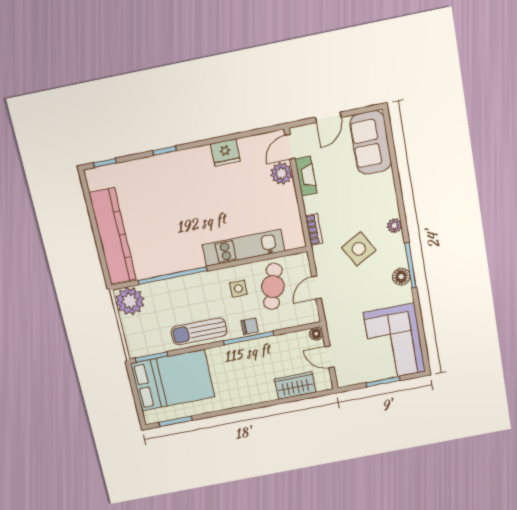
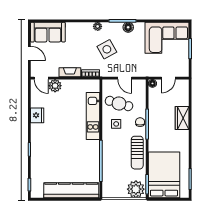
fireplace: (306, 176) -> (70, 72), moved
plant: (130, 301) -> (136, 189), moved
wardrobe: (295, 386) -> (182, 118), moved

